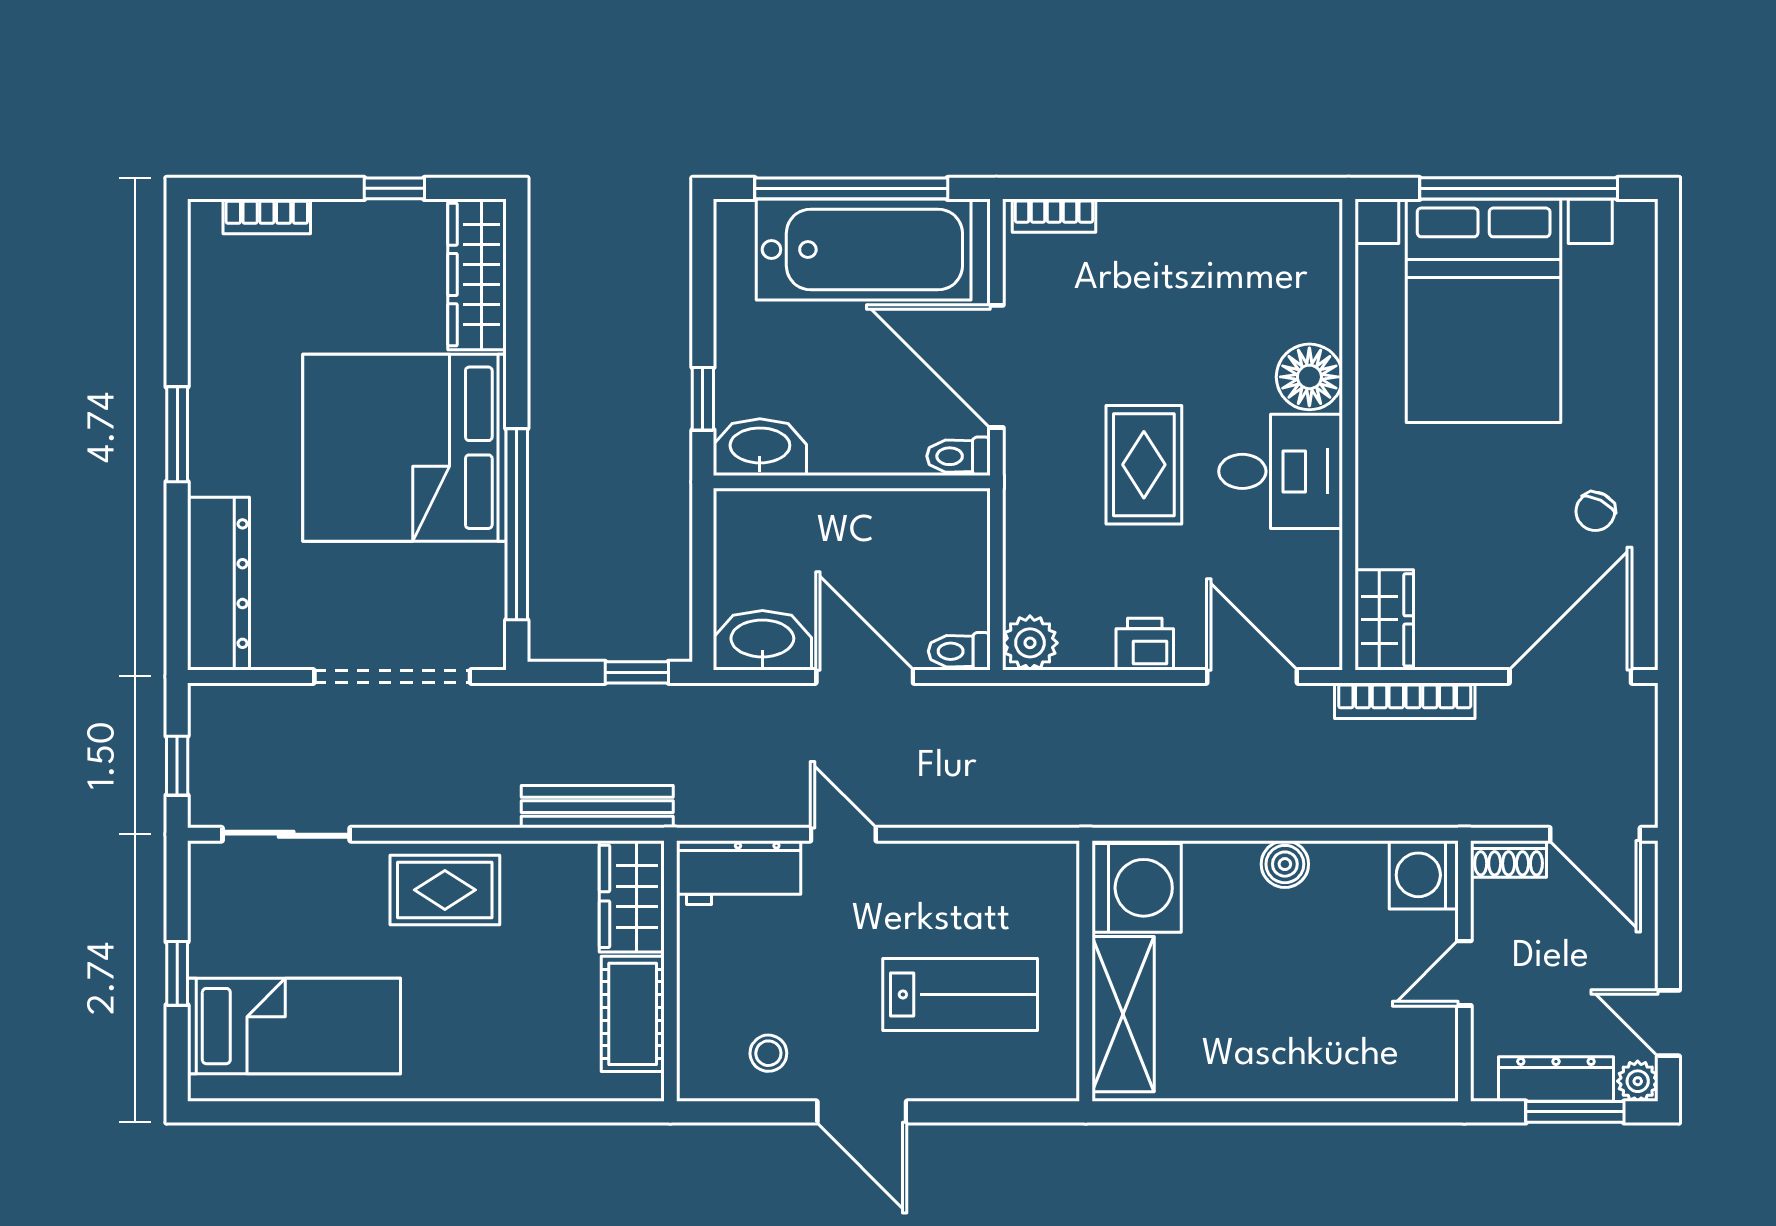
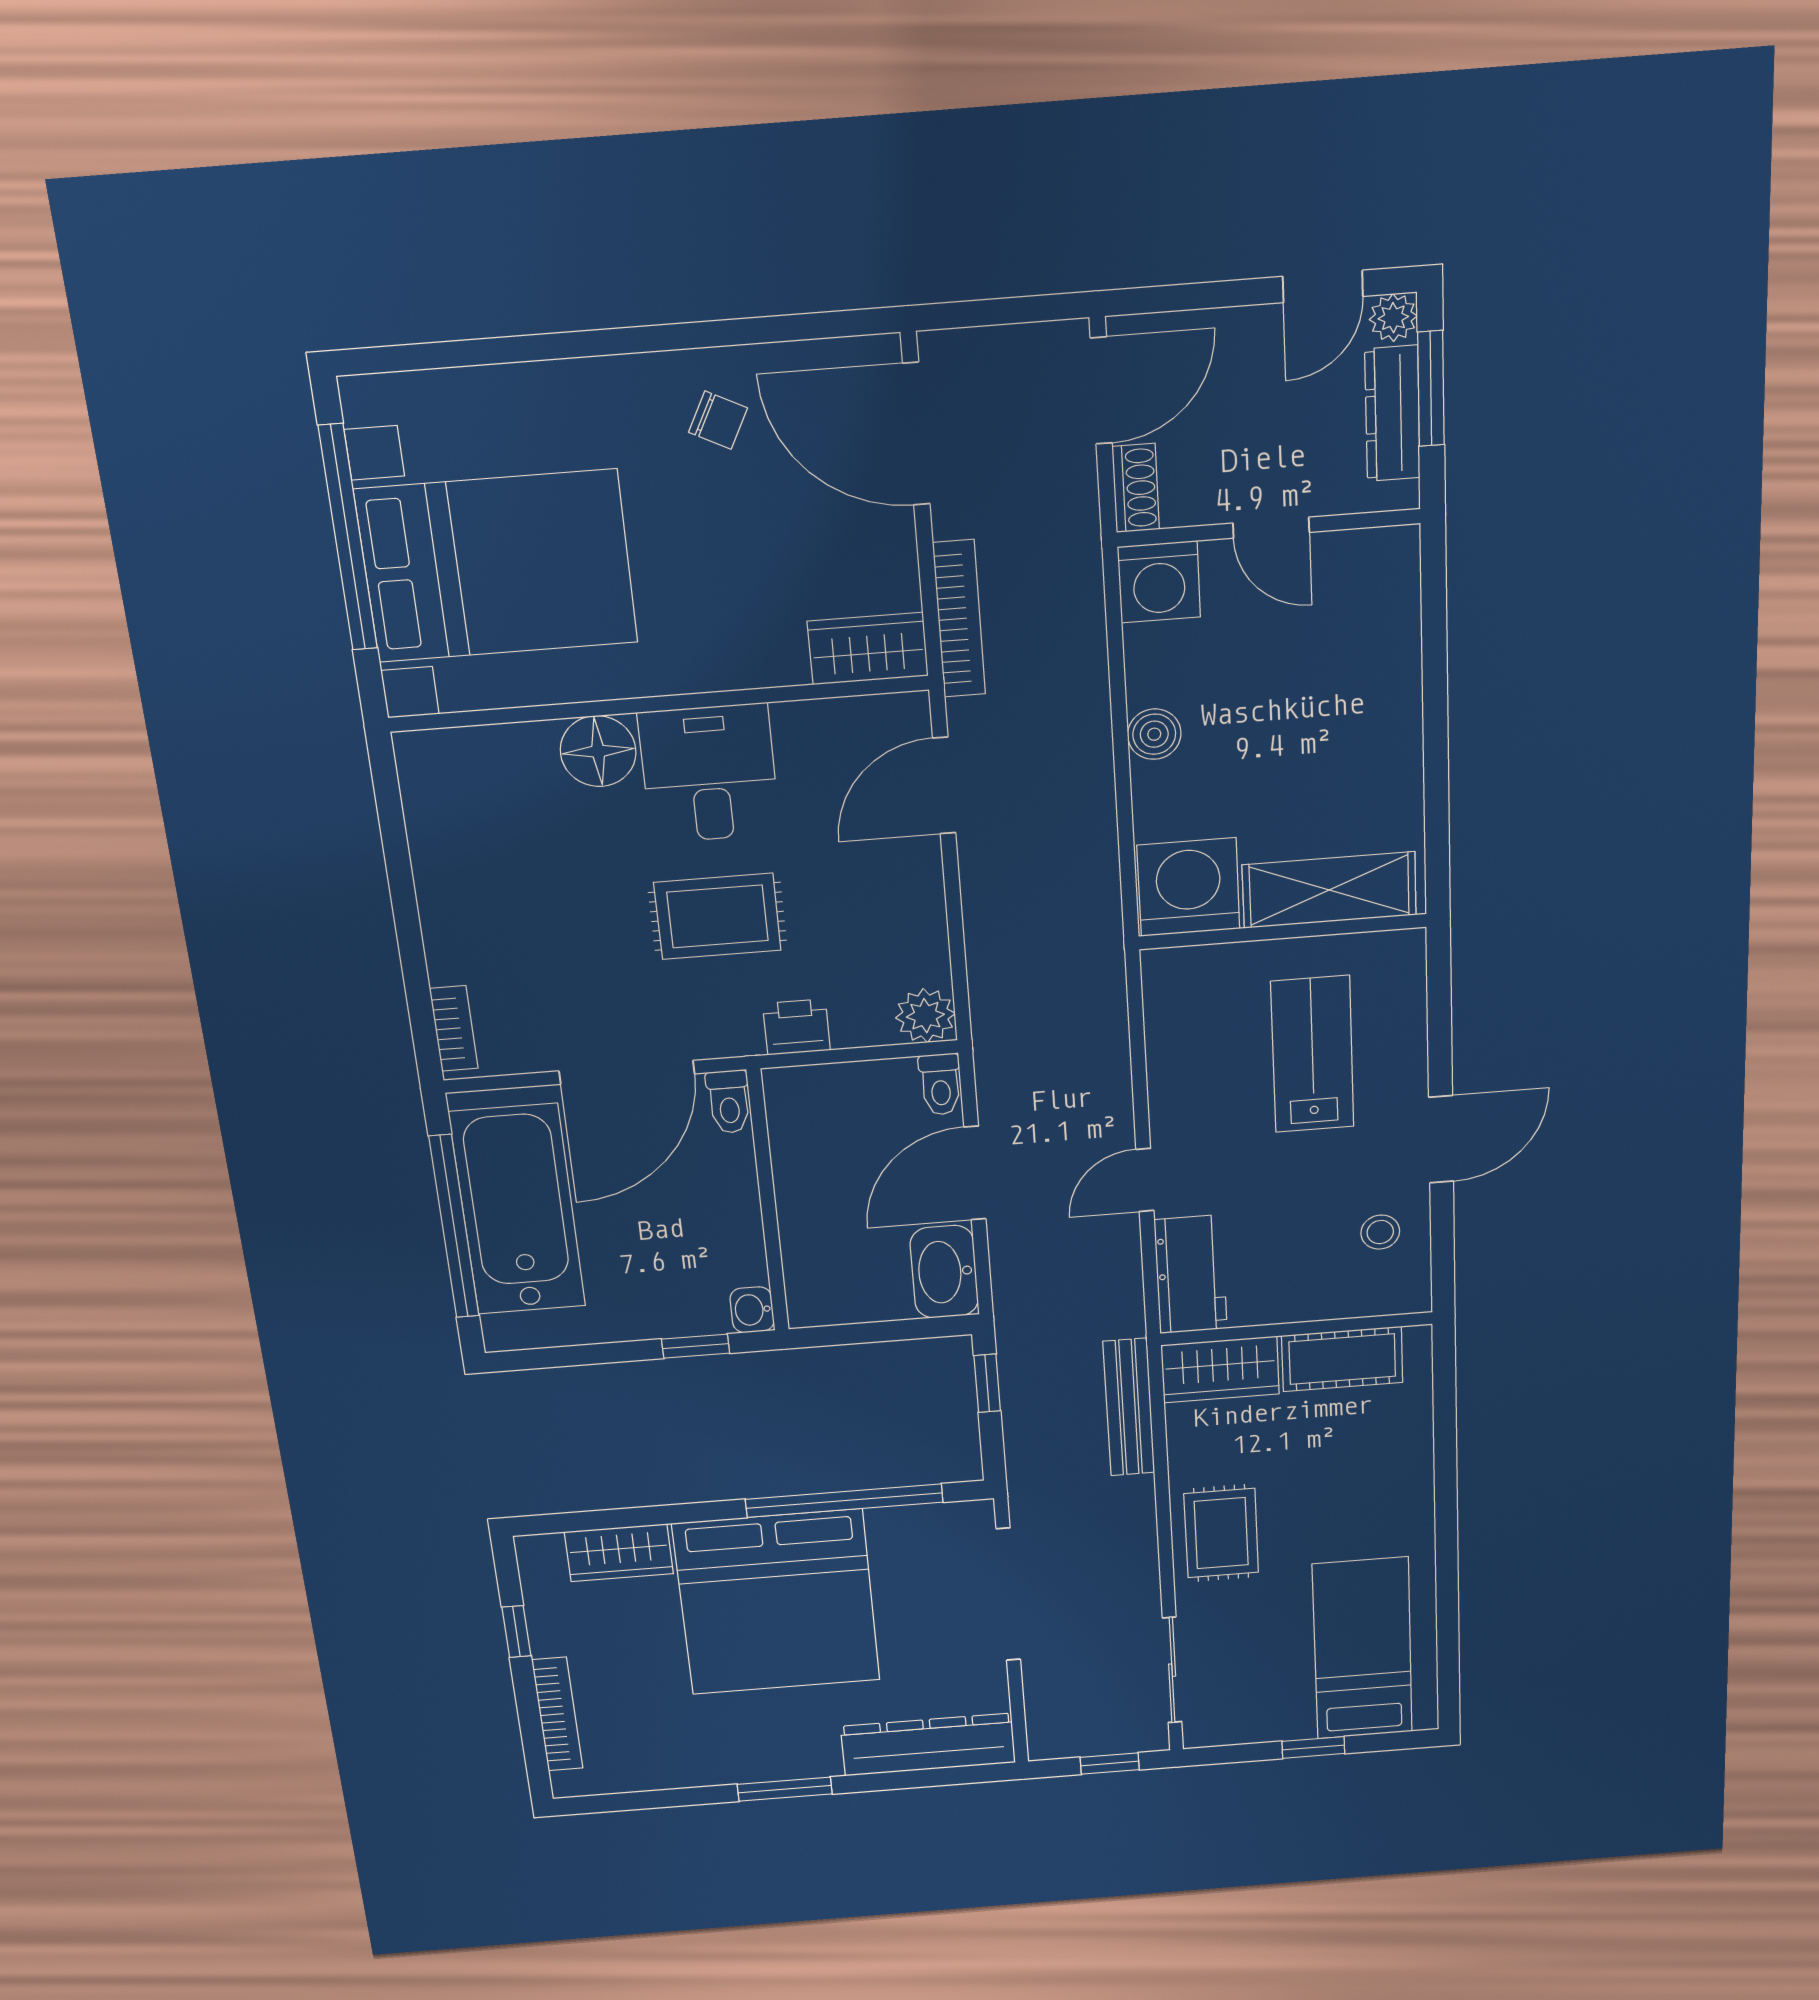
bookcase: (267, 216) -> (557, 1714), width x1.56
wardrobe: (477, 274) -> (619, 1553), width x0.67
washbasin: (760, 447) -> (752, 1310), width x0.52, depth x0.69
printer: (1145, 644) -> (796, 1027), moved, turned 90

